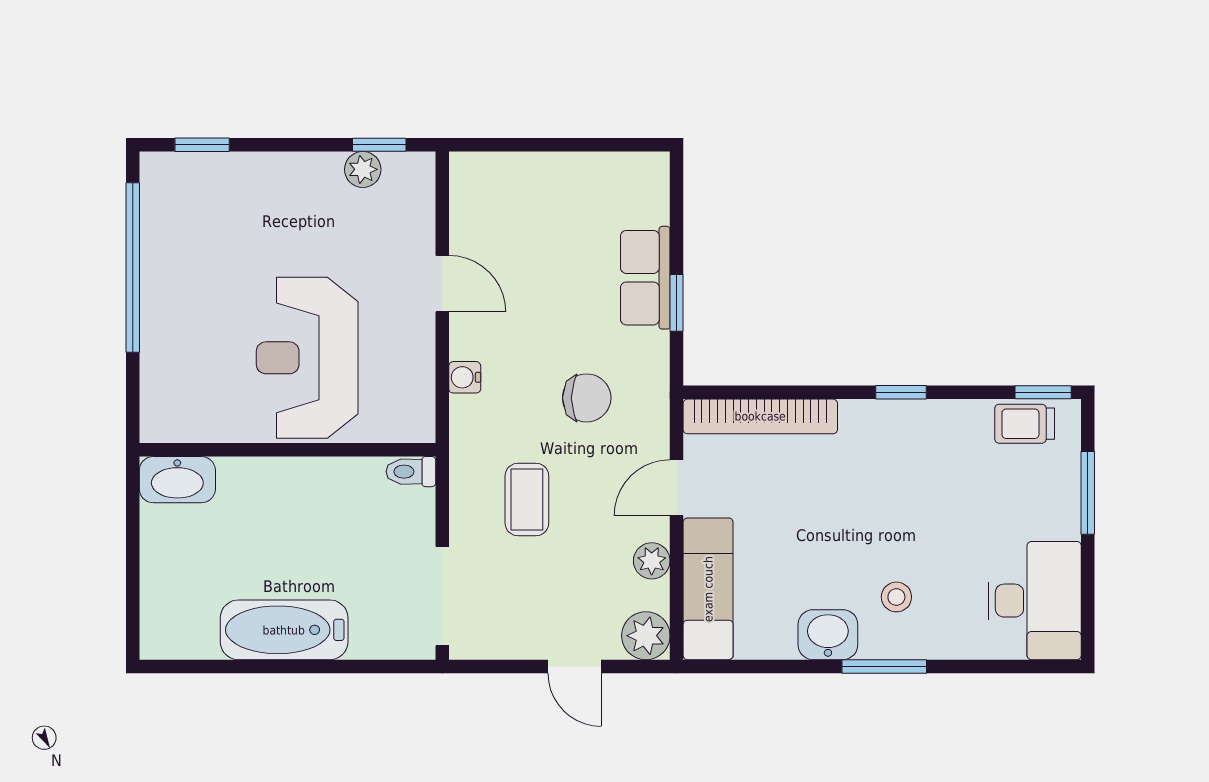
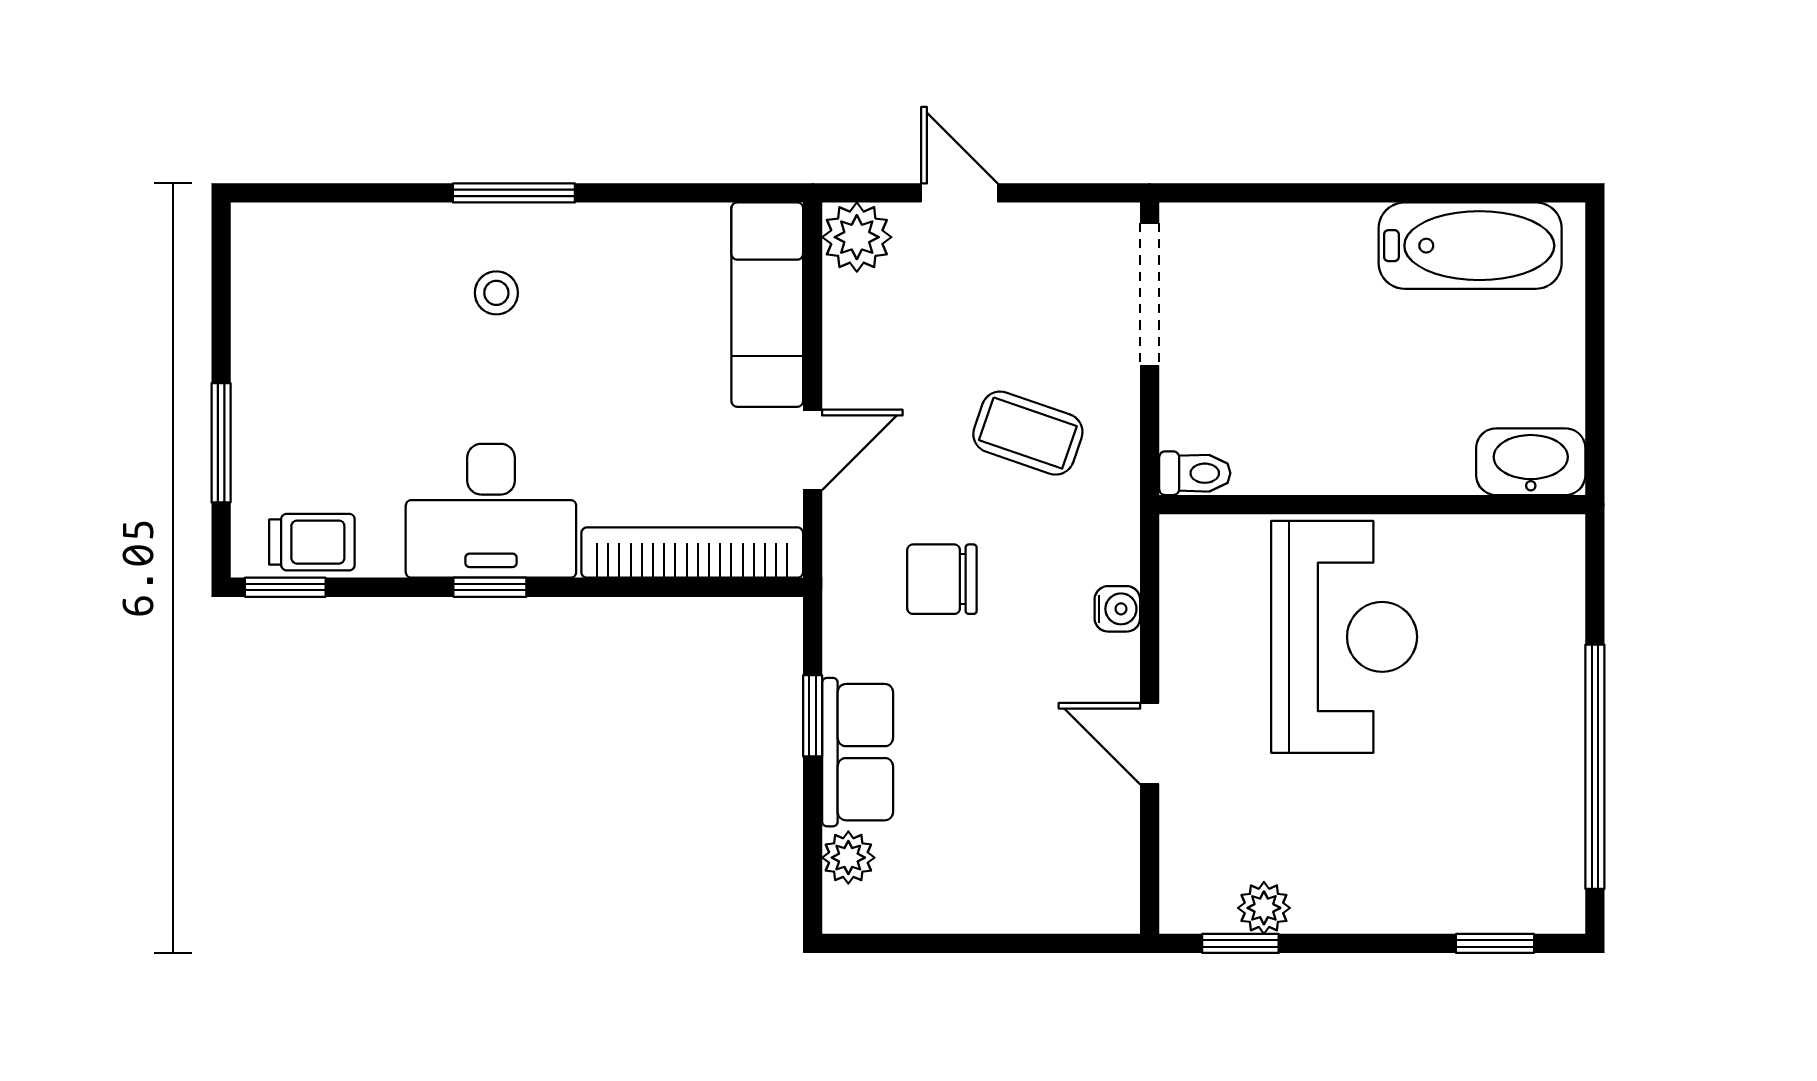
coffee table: (527, 500) -> (1028, 433), turned -71
plant: (652, 561) -> (848, 858), moved
desk: (1035, 601) -> (491, 511), moved, turned -90
bathtub: (284, 630) -> (1470, 246), moved
washbasin: (828, 635) -> (595, 239), removed

